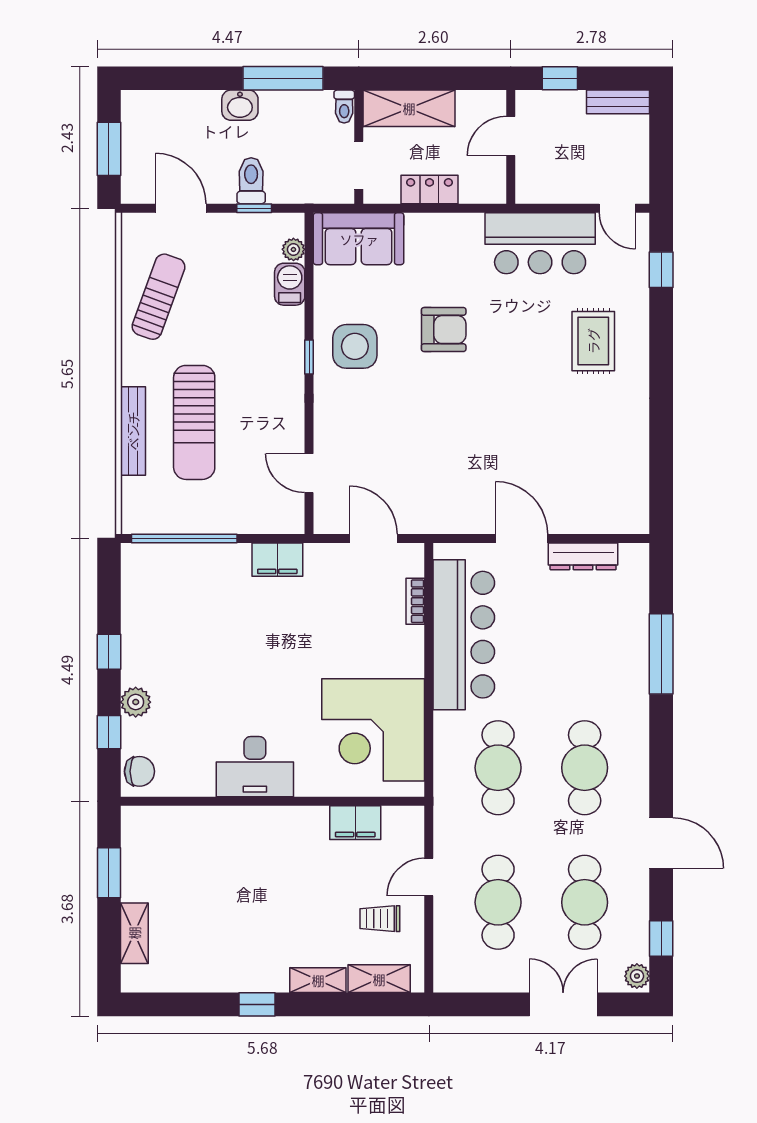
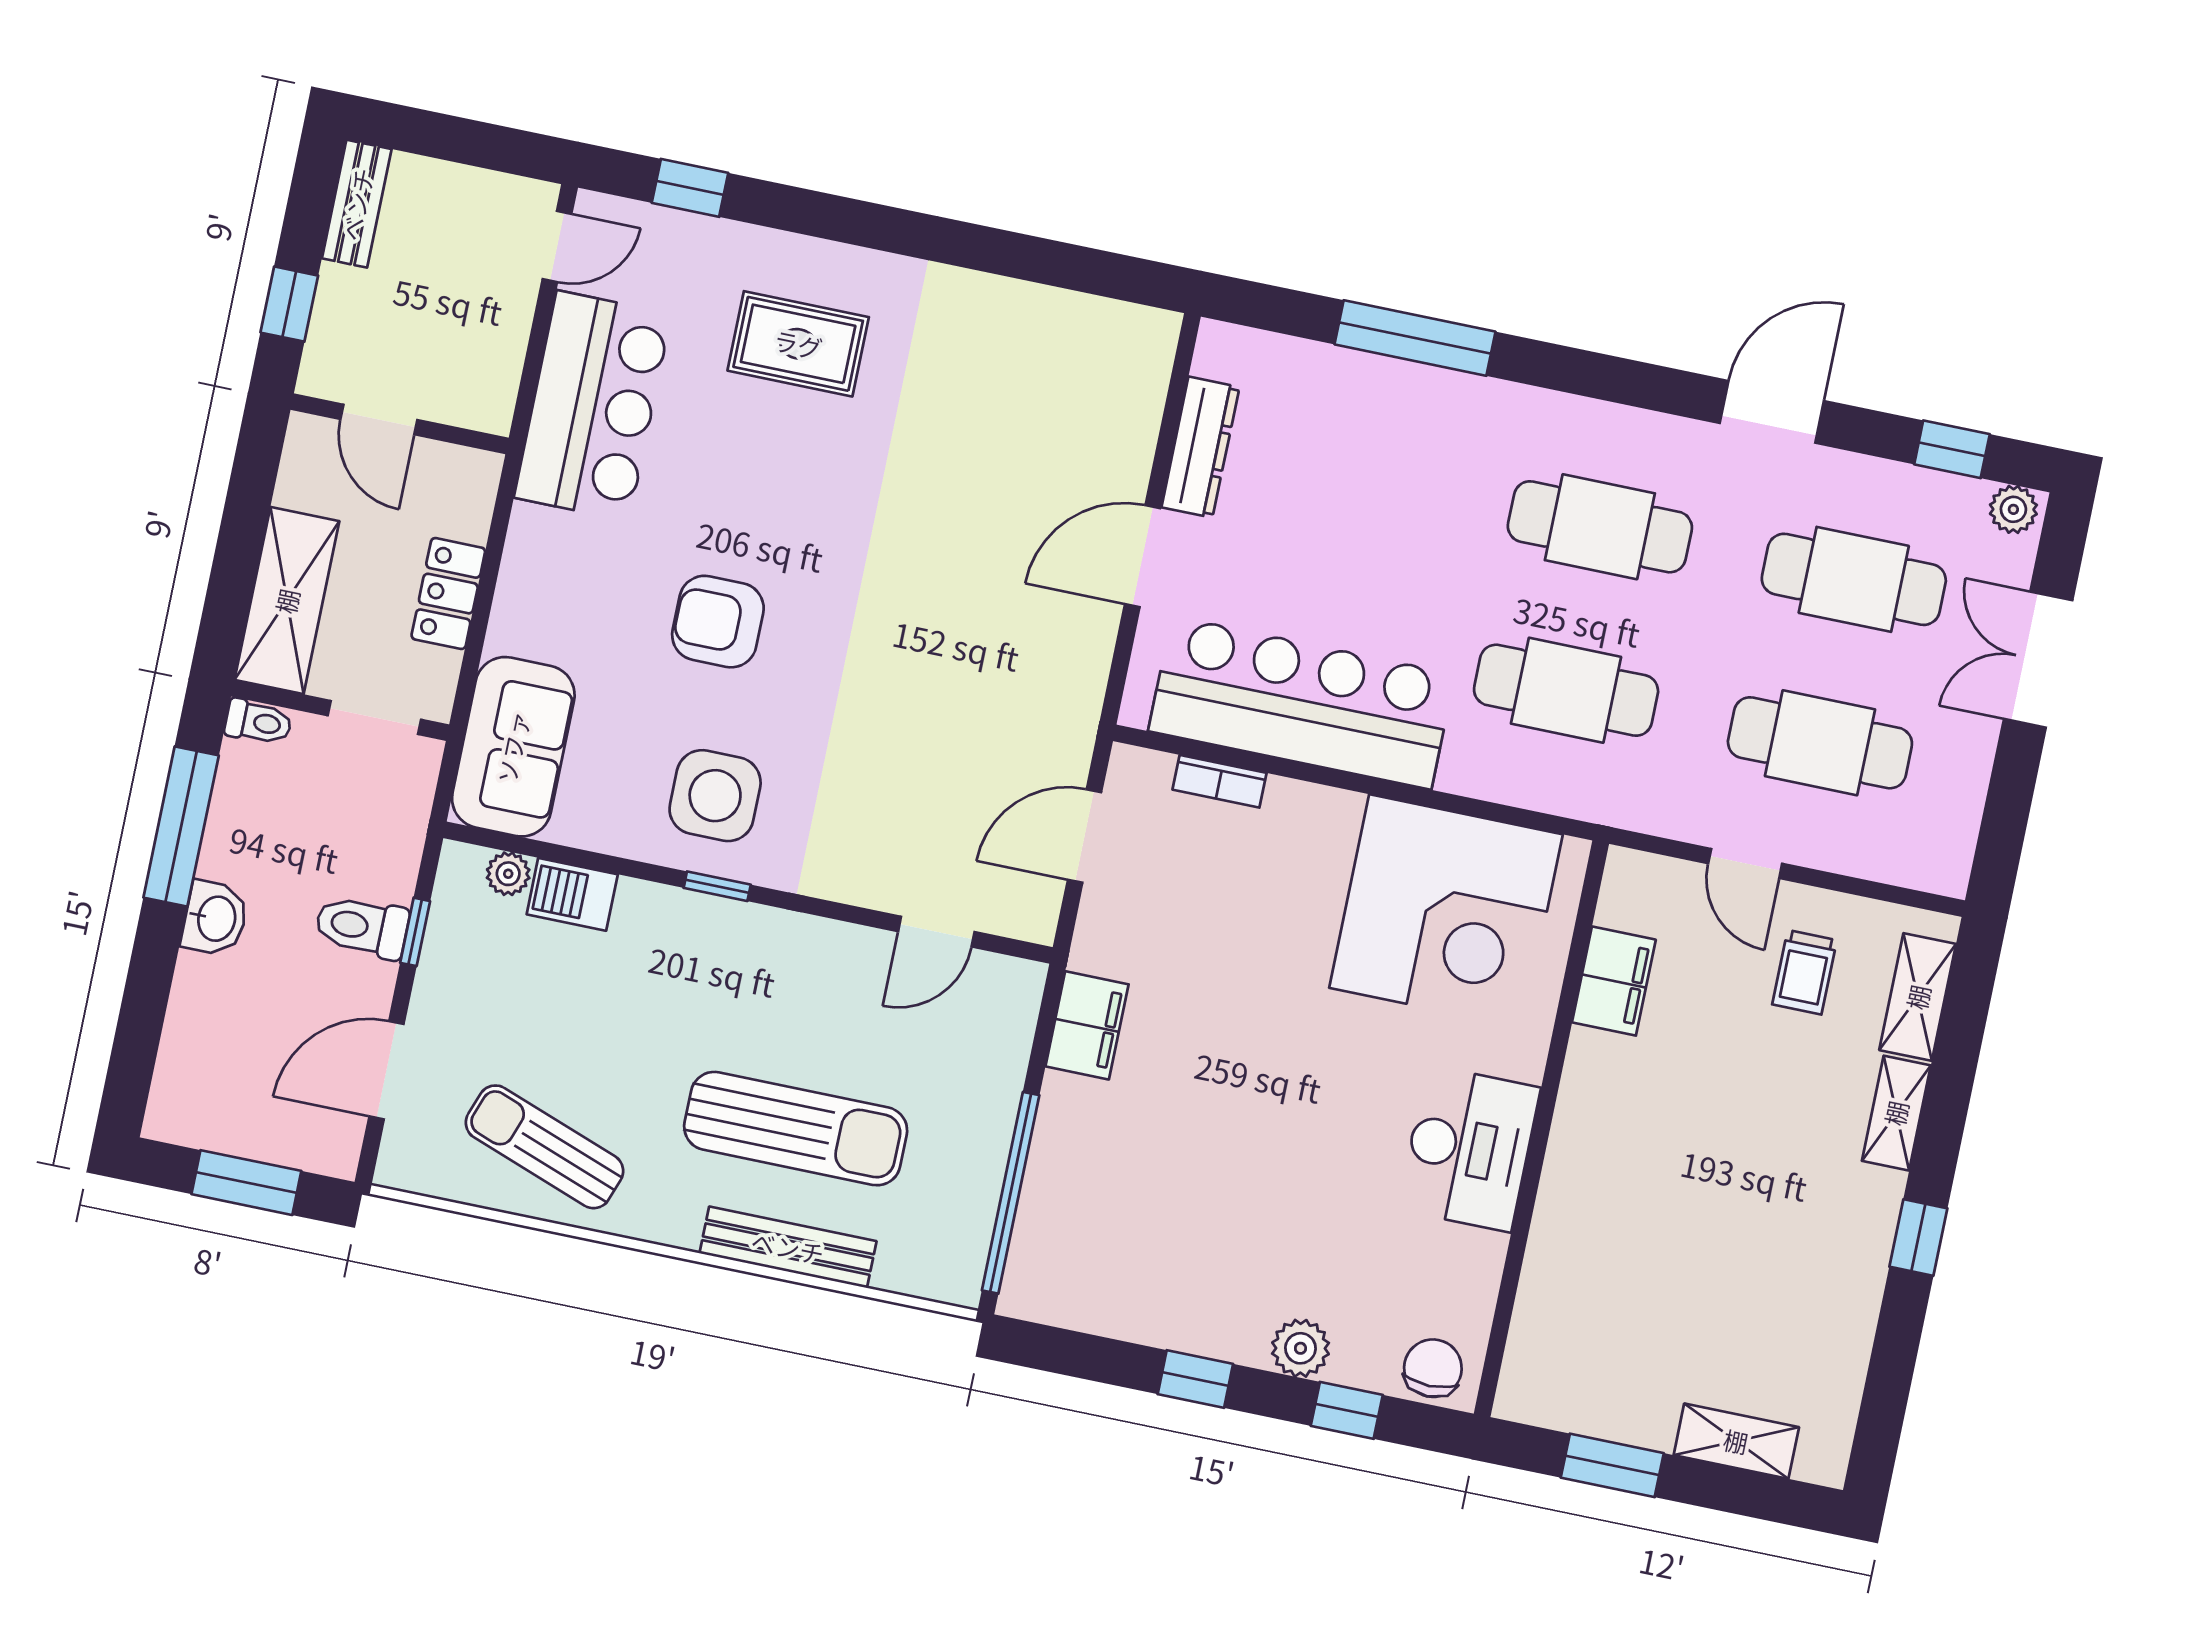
armchair: (444, 330) -> (718, 622), turned -90

